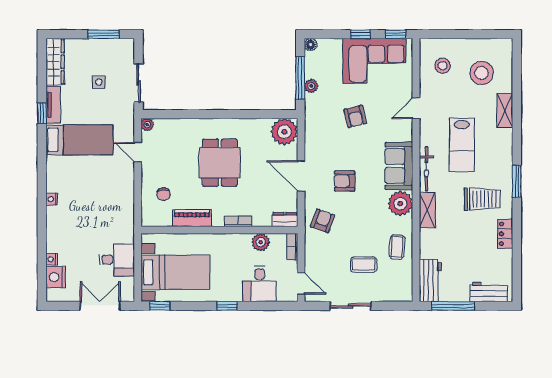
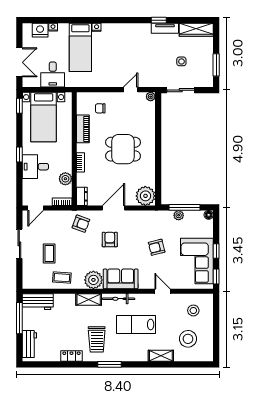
bed: (79, 140) -> (80, 47), moved
desk: (260, 284) -> (35, 167), moved

